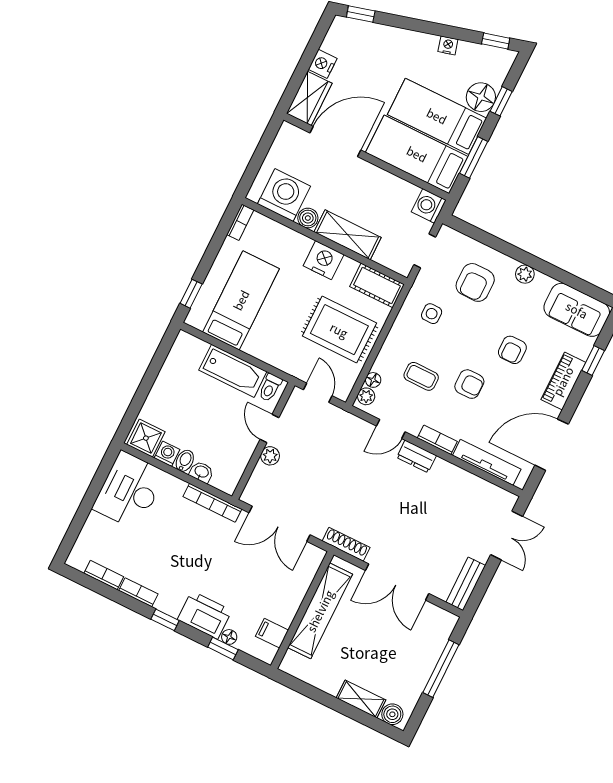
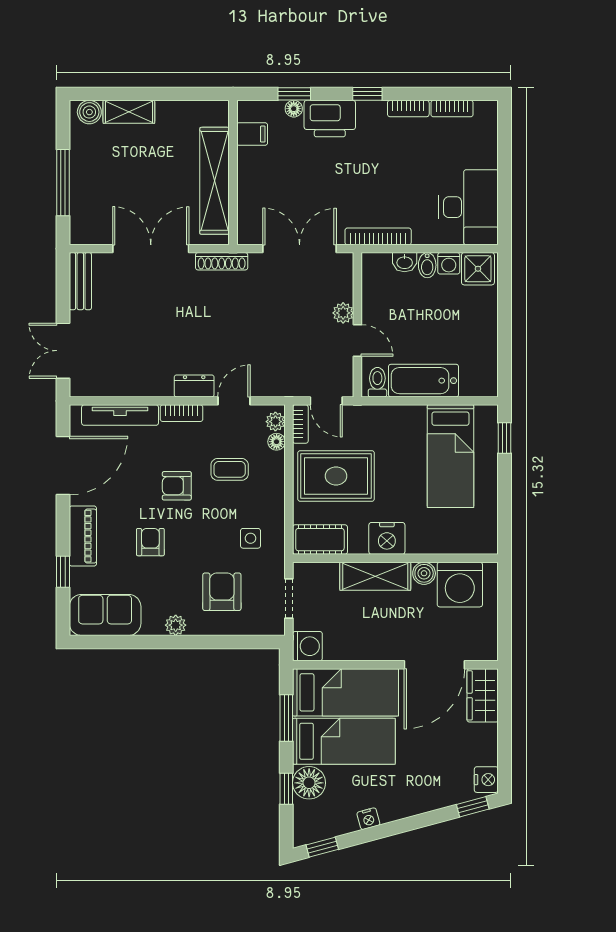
nightstand: (323, 64) -> (486, 780), moved
bookcase: (240, 222) -> (300, 424), moved, turned 180

